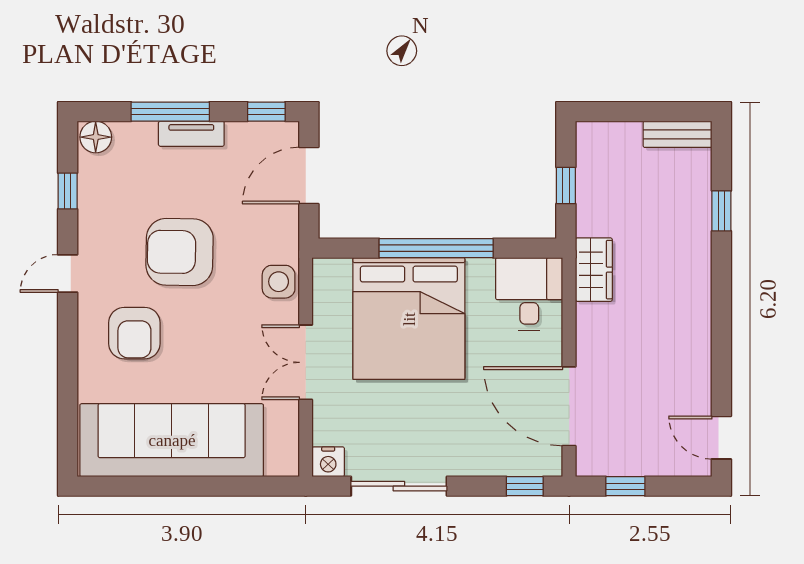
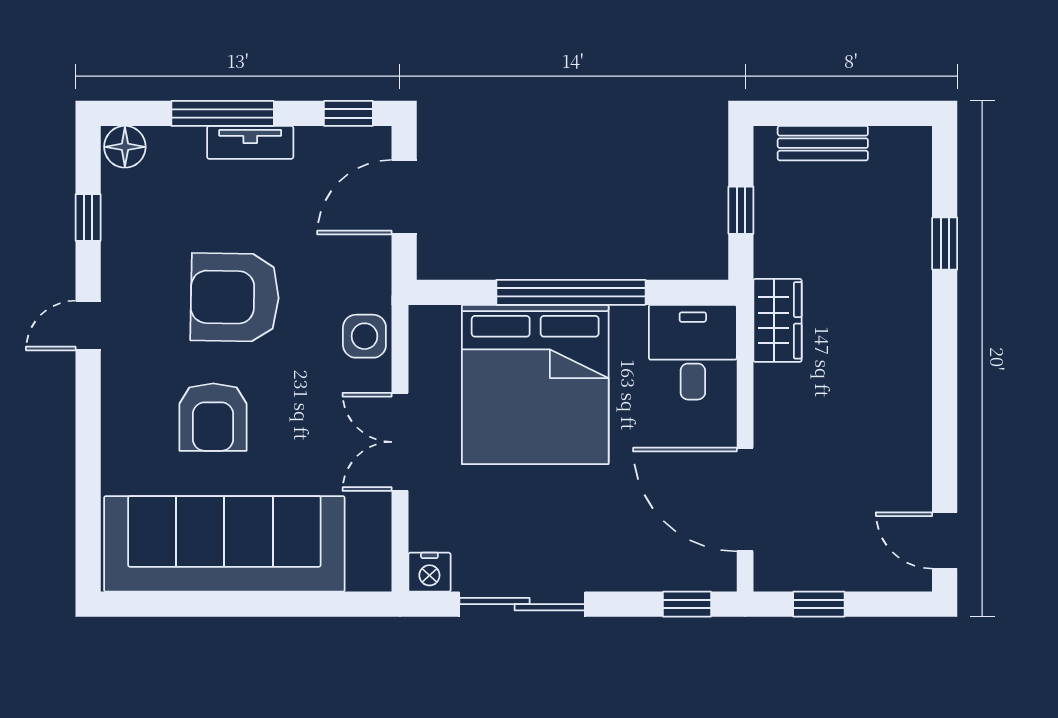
bench: (677, 134) -> (823, 143), moved
armchair: (134, 333) -> (213, 417), moved

